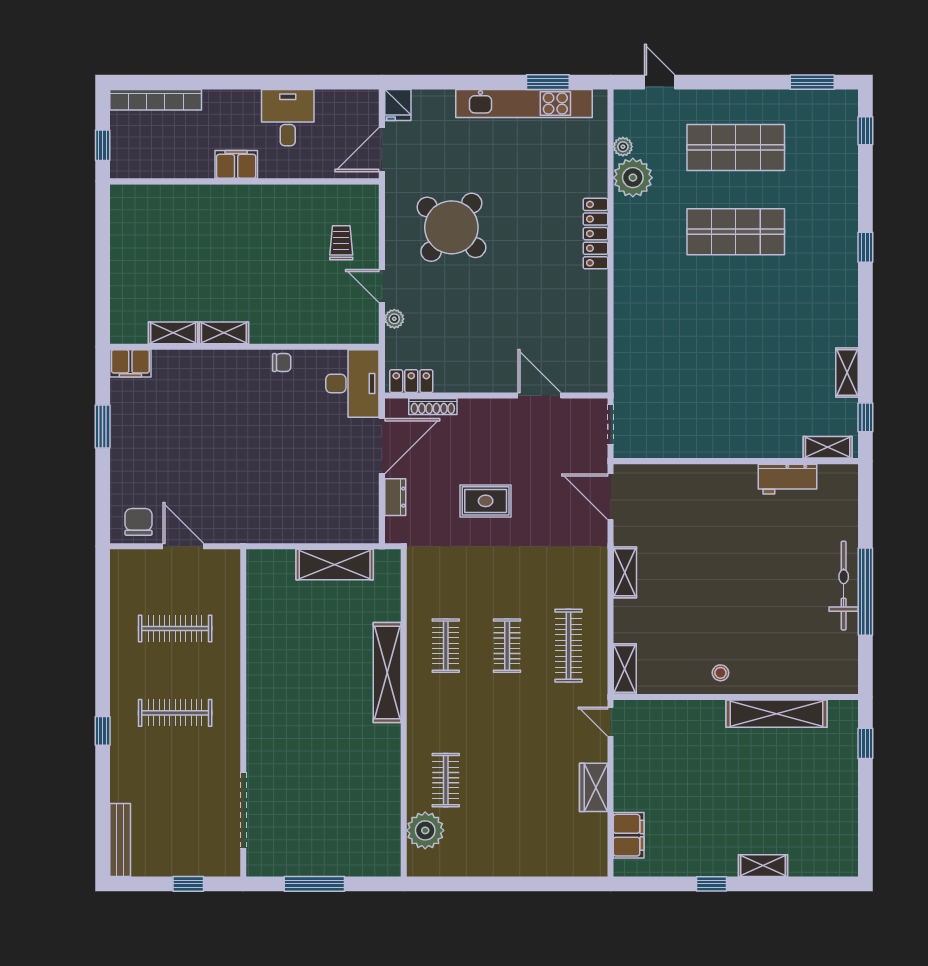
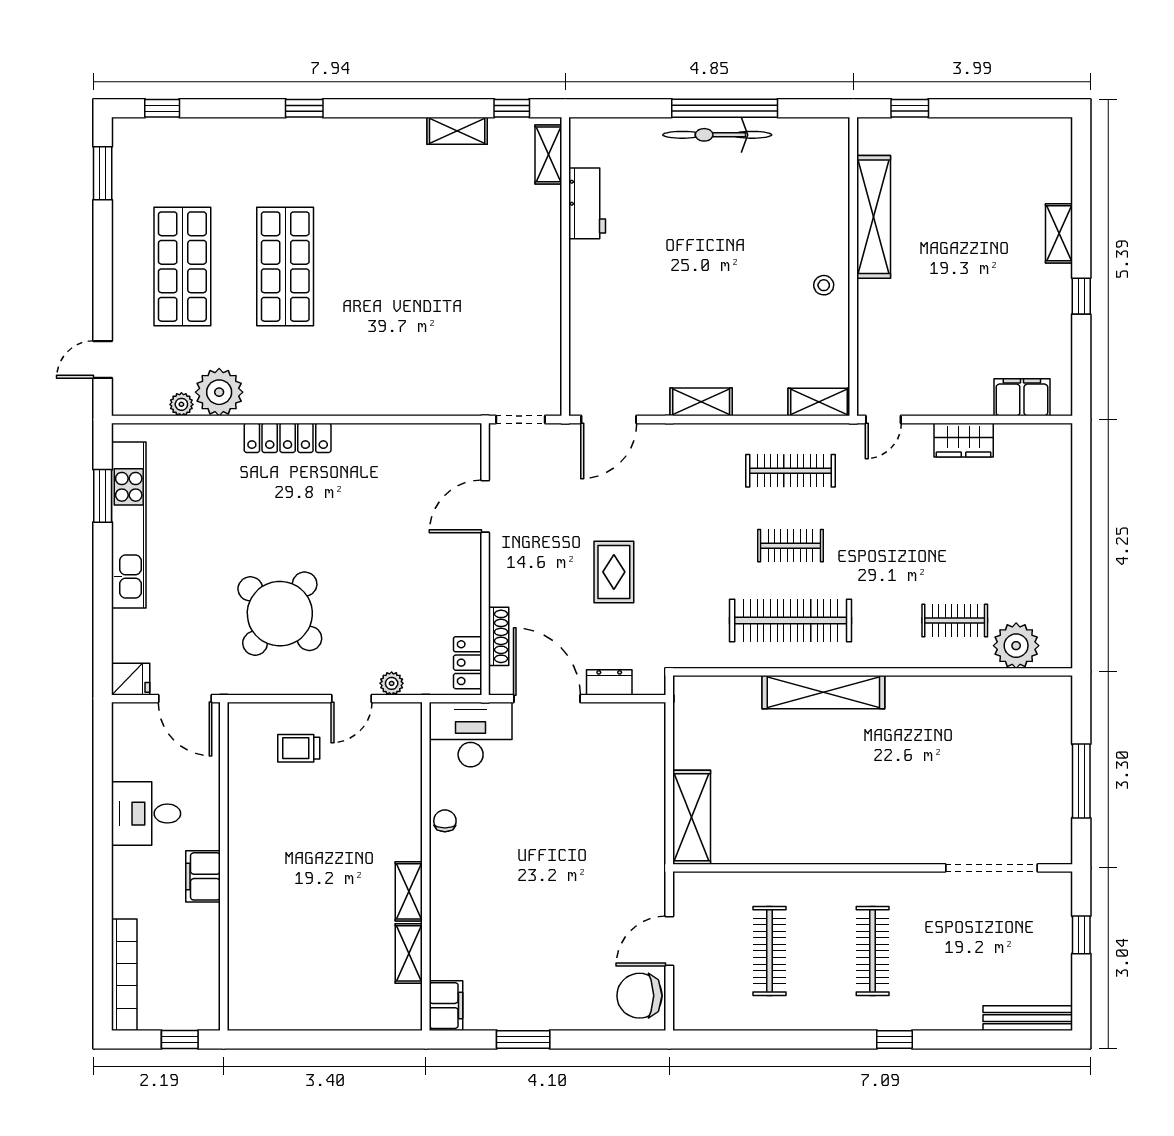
chair: (138, 522) -> (640, 996), width x1.37, depth x1.37
shelving: (335, 565) -> (692, 817), moved
clothes rail: (446, 646) -> (791, 621), width x1.86, depth x1.31

